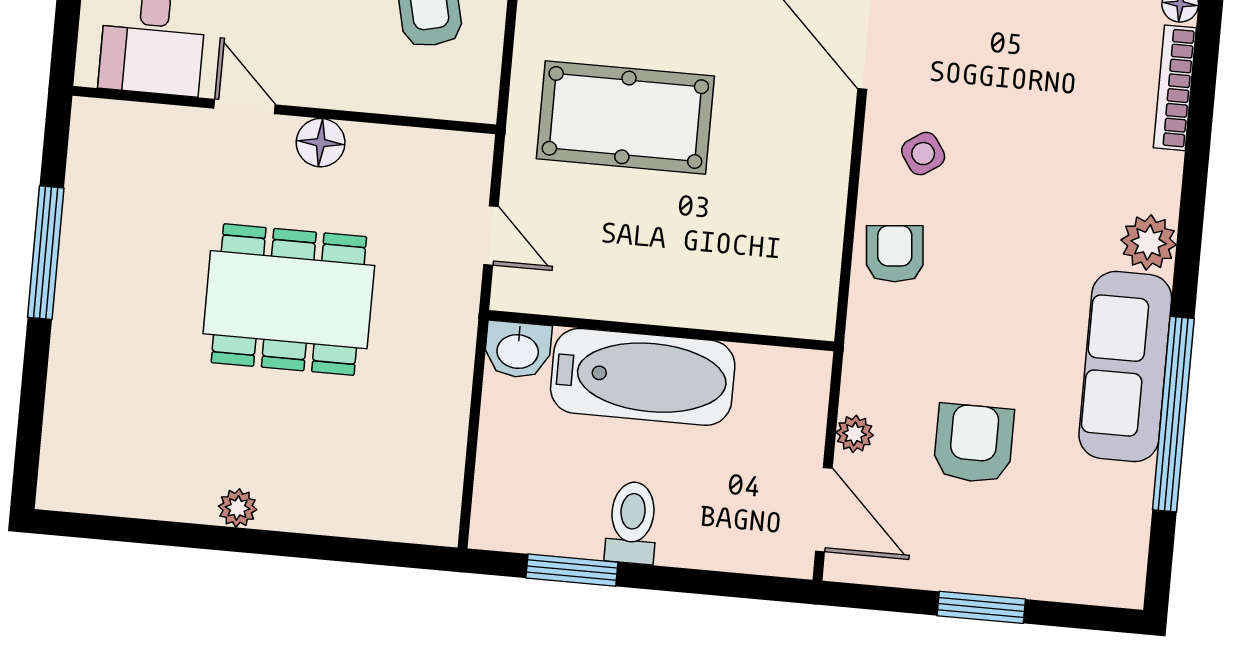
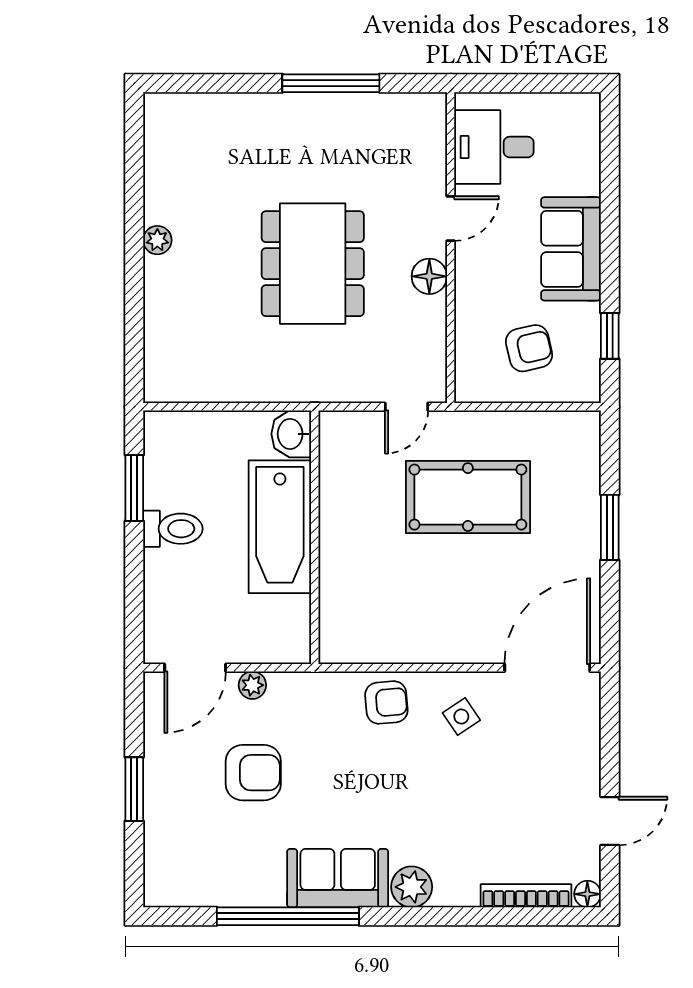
pool table: (625, 117) -> (468, 497), turned 90
door: (491, 235) -> (407, 407), moved
sofa: (1125, 366) -> (338, 878), width x0.73

